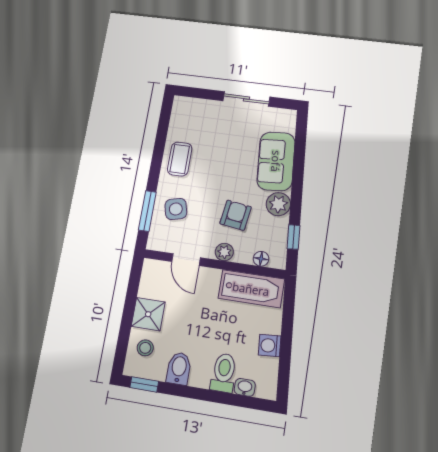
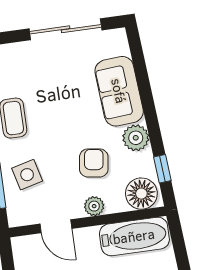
sliding door: (246, 99) -> (66, 29), width x1.37
floor lamp: (261, 259) -> (141, 194), width x1.89, depth x1.89

